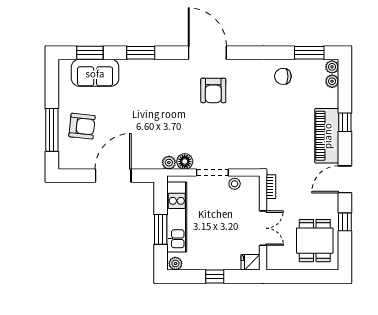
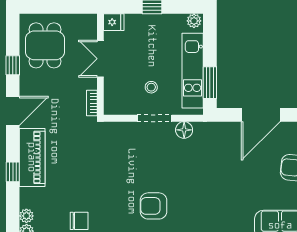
armchair: (213, 90) -> (153, 206), turned -90
plant: (169, 163) -> (201, 129), removed
stool: (235, 184) -> (151, 87), moved
window: (161, 229) -> (210, 83), moved

